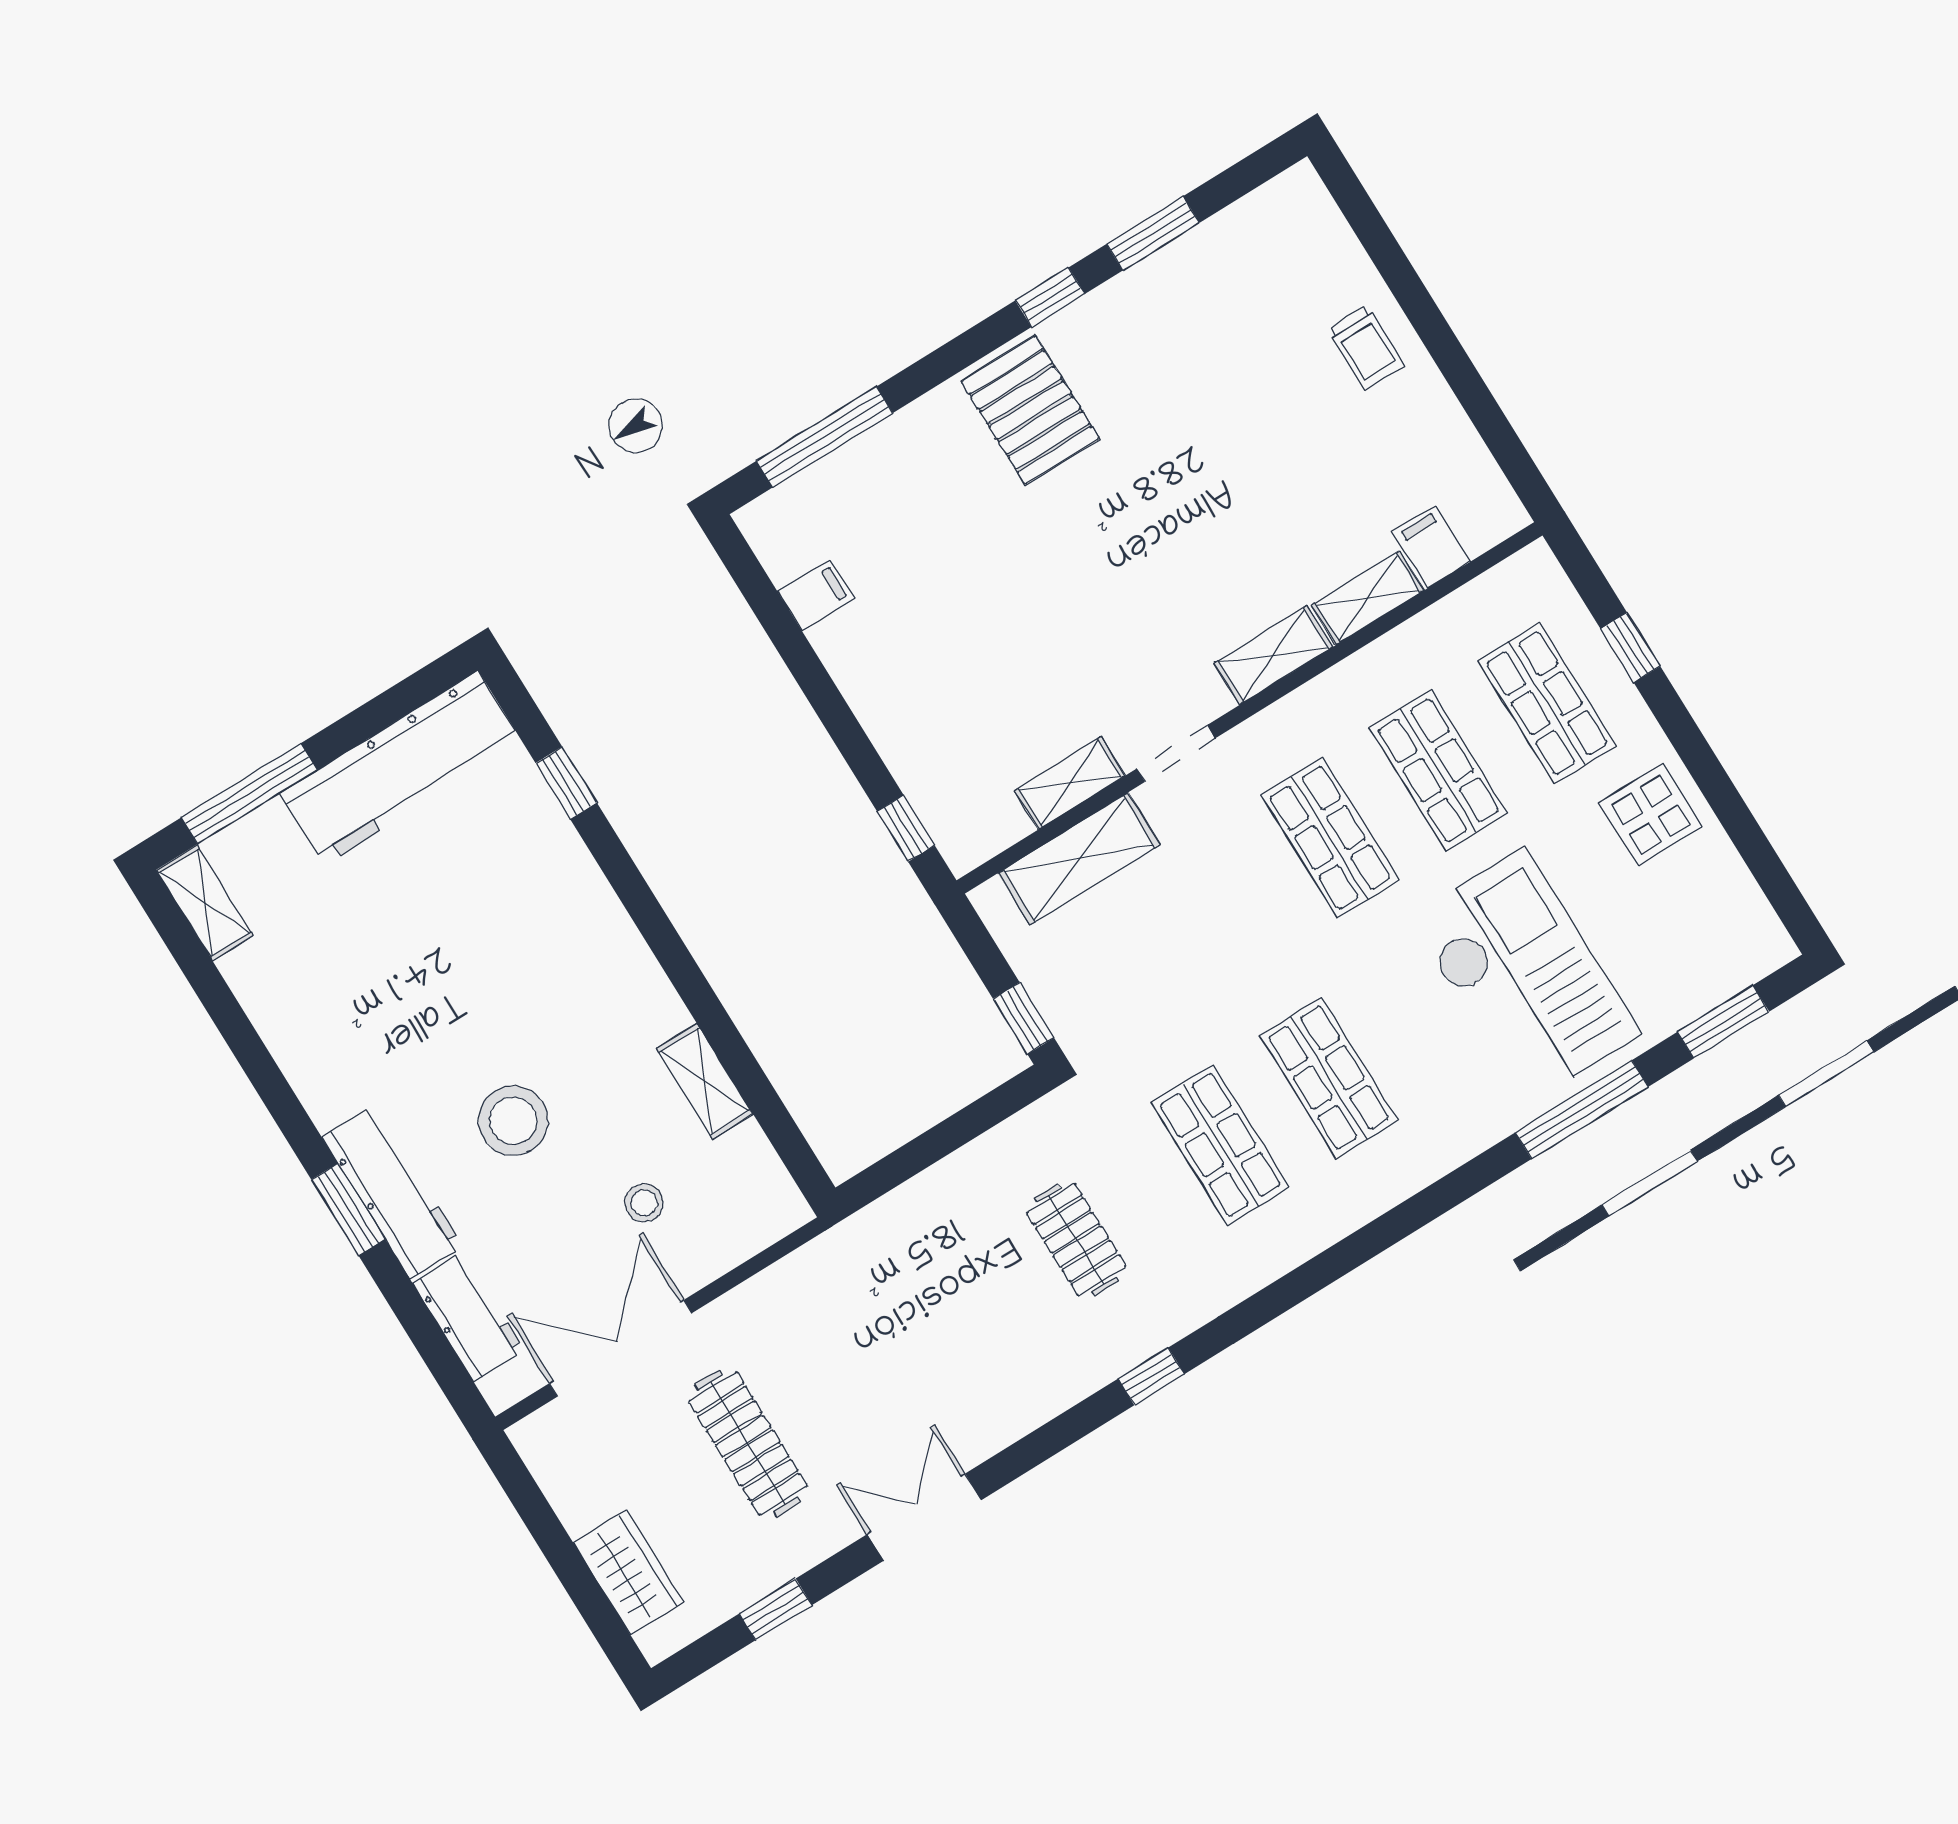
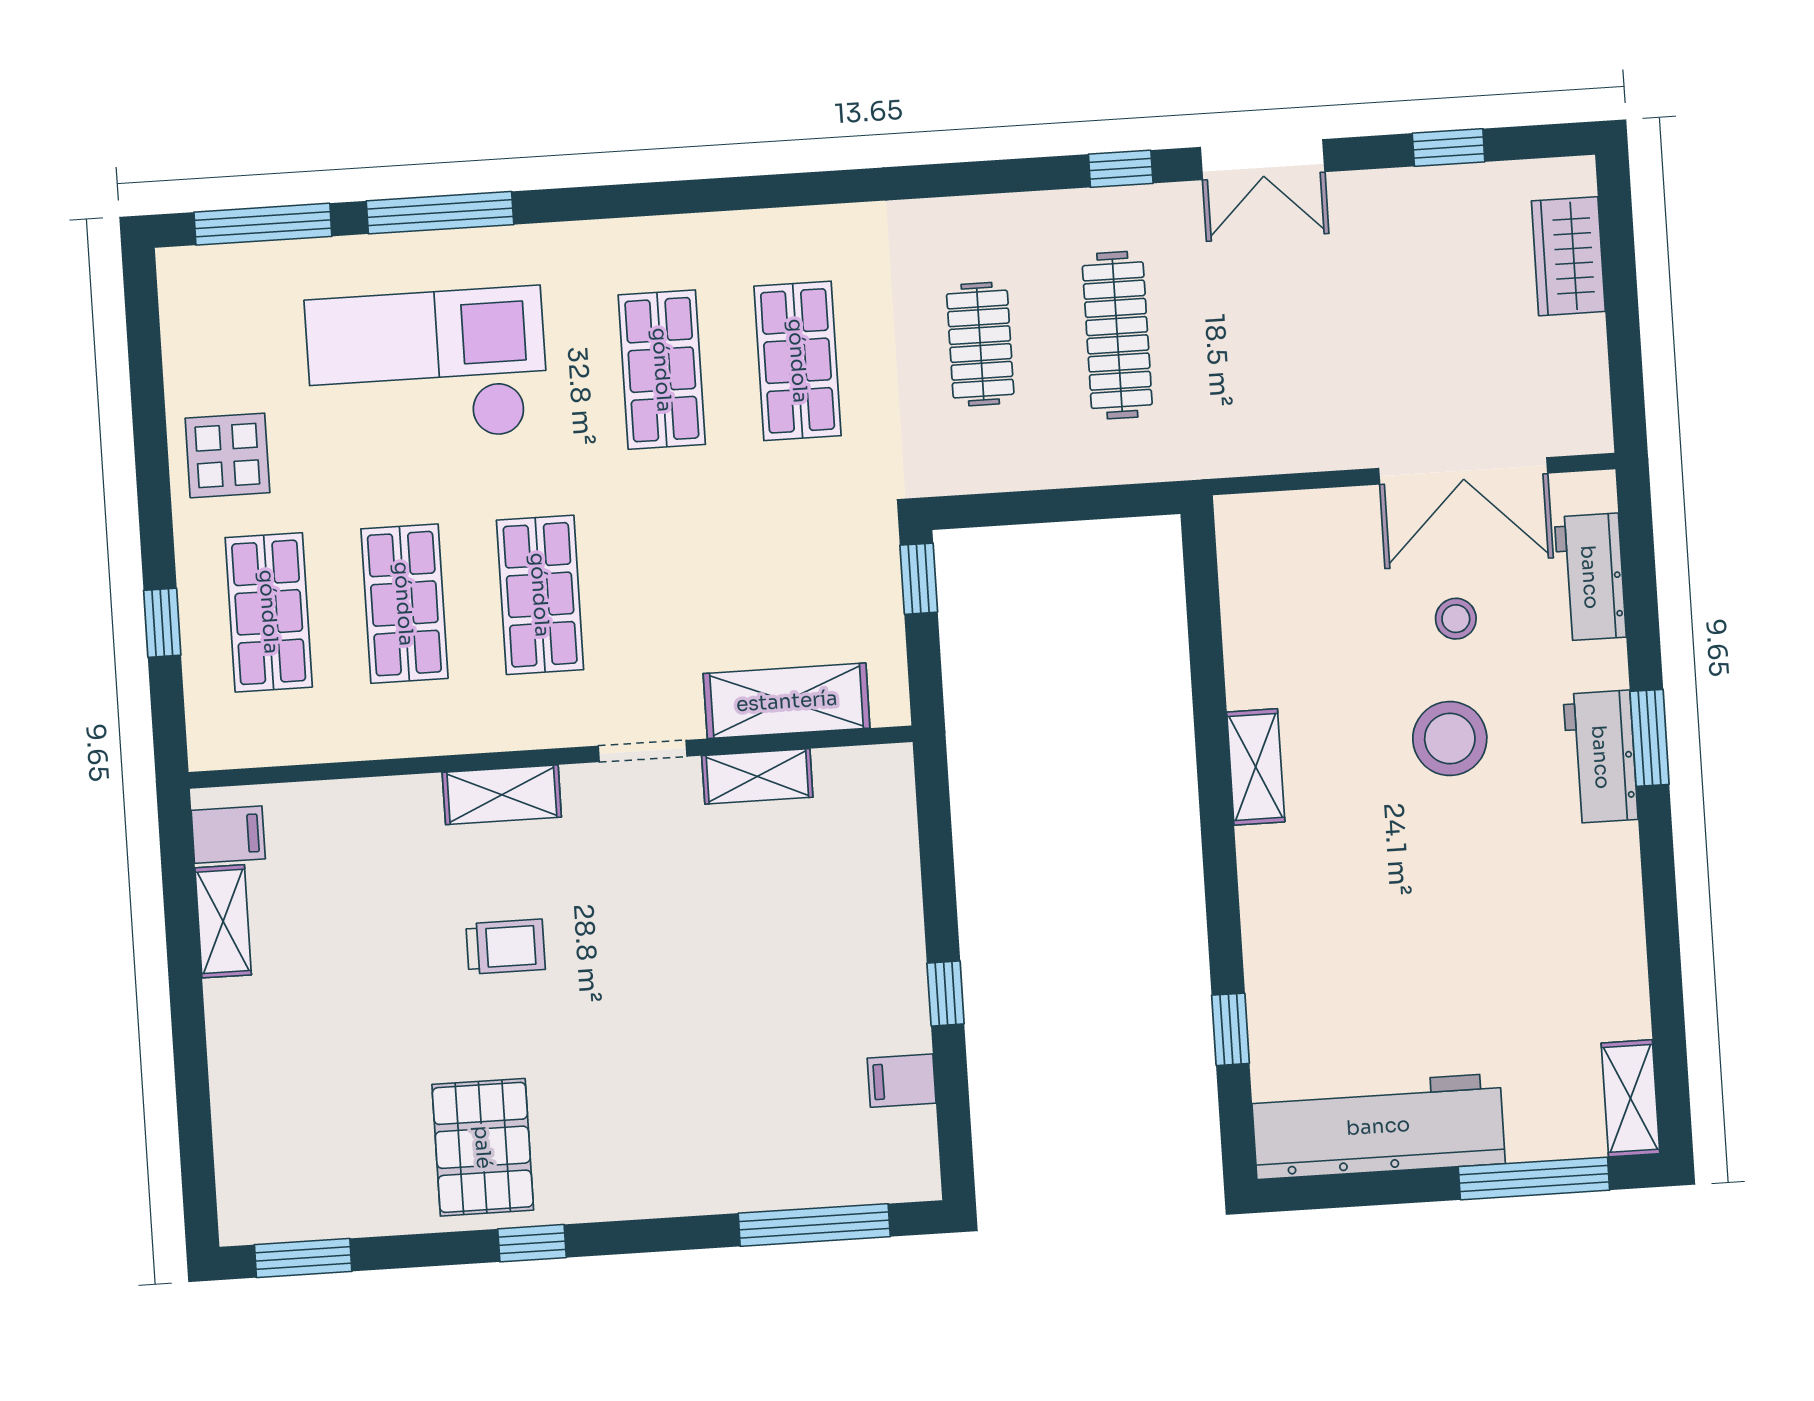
window: (1153, 233) -> (303, 1258), moved
trolley: (1366, 347) -> (506, 947), moved, turned 90
pallet: (1030, 410) -> (483, 1147), moved
filing cabinet: (1431, 547) -> (228, 835), moved, turned -90
shelving: (1368, 598) -> (223, 921), moved, turned 90
window: (906, 828) -> (946, 993), moved
checkout: (1525, 977) -> (427, 366), turned 90
window: (1723, 1022) -> (263, 224), width x1.44
shelving: (705, 1081) -> (1256, 767), moved
workbench: (392, 1192) -> (1601, 757), width x0.73
stool: (644, 1203) -> (1456, 619), moved
window: (1151, 1376) -> (1121, 169), moved
clothes rail: (748, 1443) -> (1117, 335), moved

